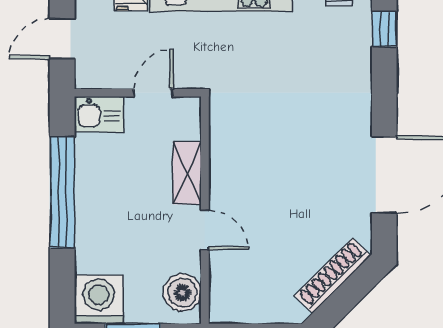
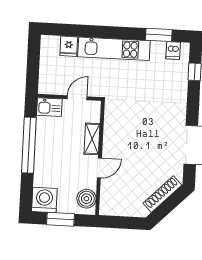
door: (62, 39) -> (33, 68), removed
door: (205, 230) -> (99, 168), hinge flipped

